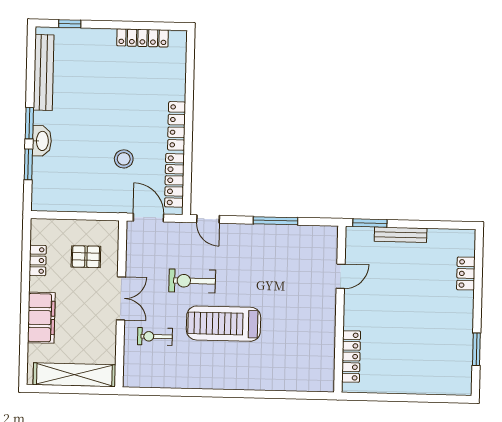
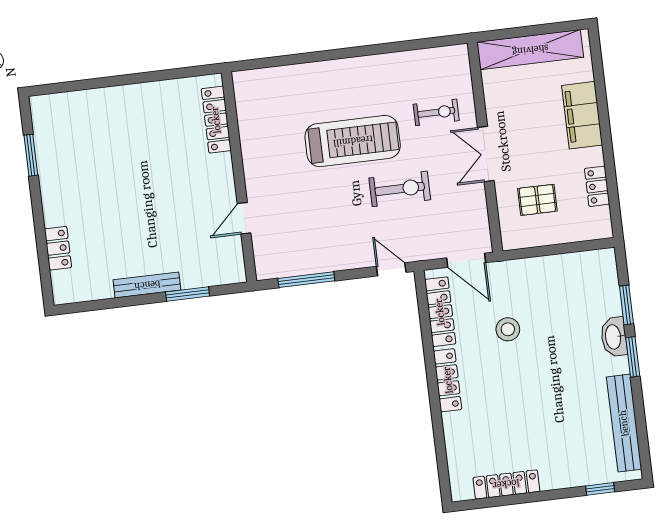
door: (341, 276) -> (244, 218), moved
wall: (340, 309) -> (239, 177), moved
locker: (351, 356) -> (216, 120), moved

